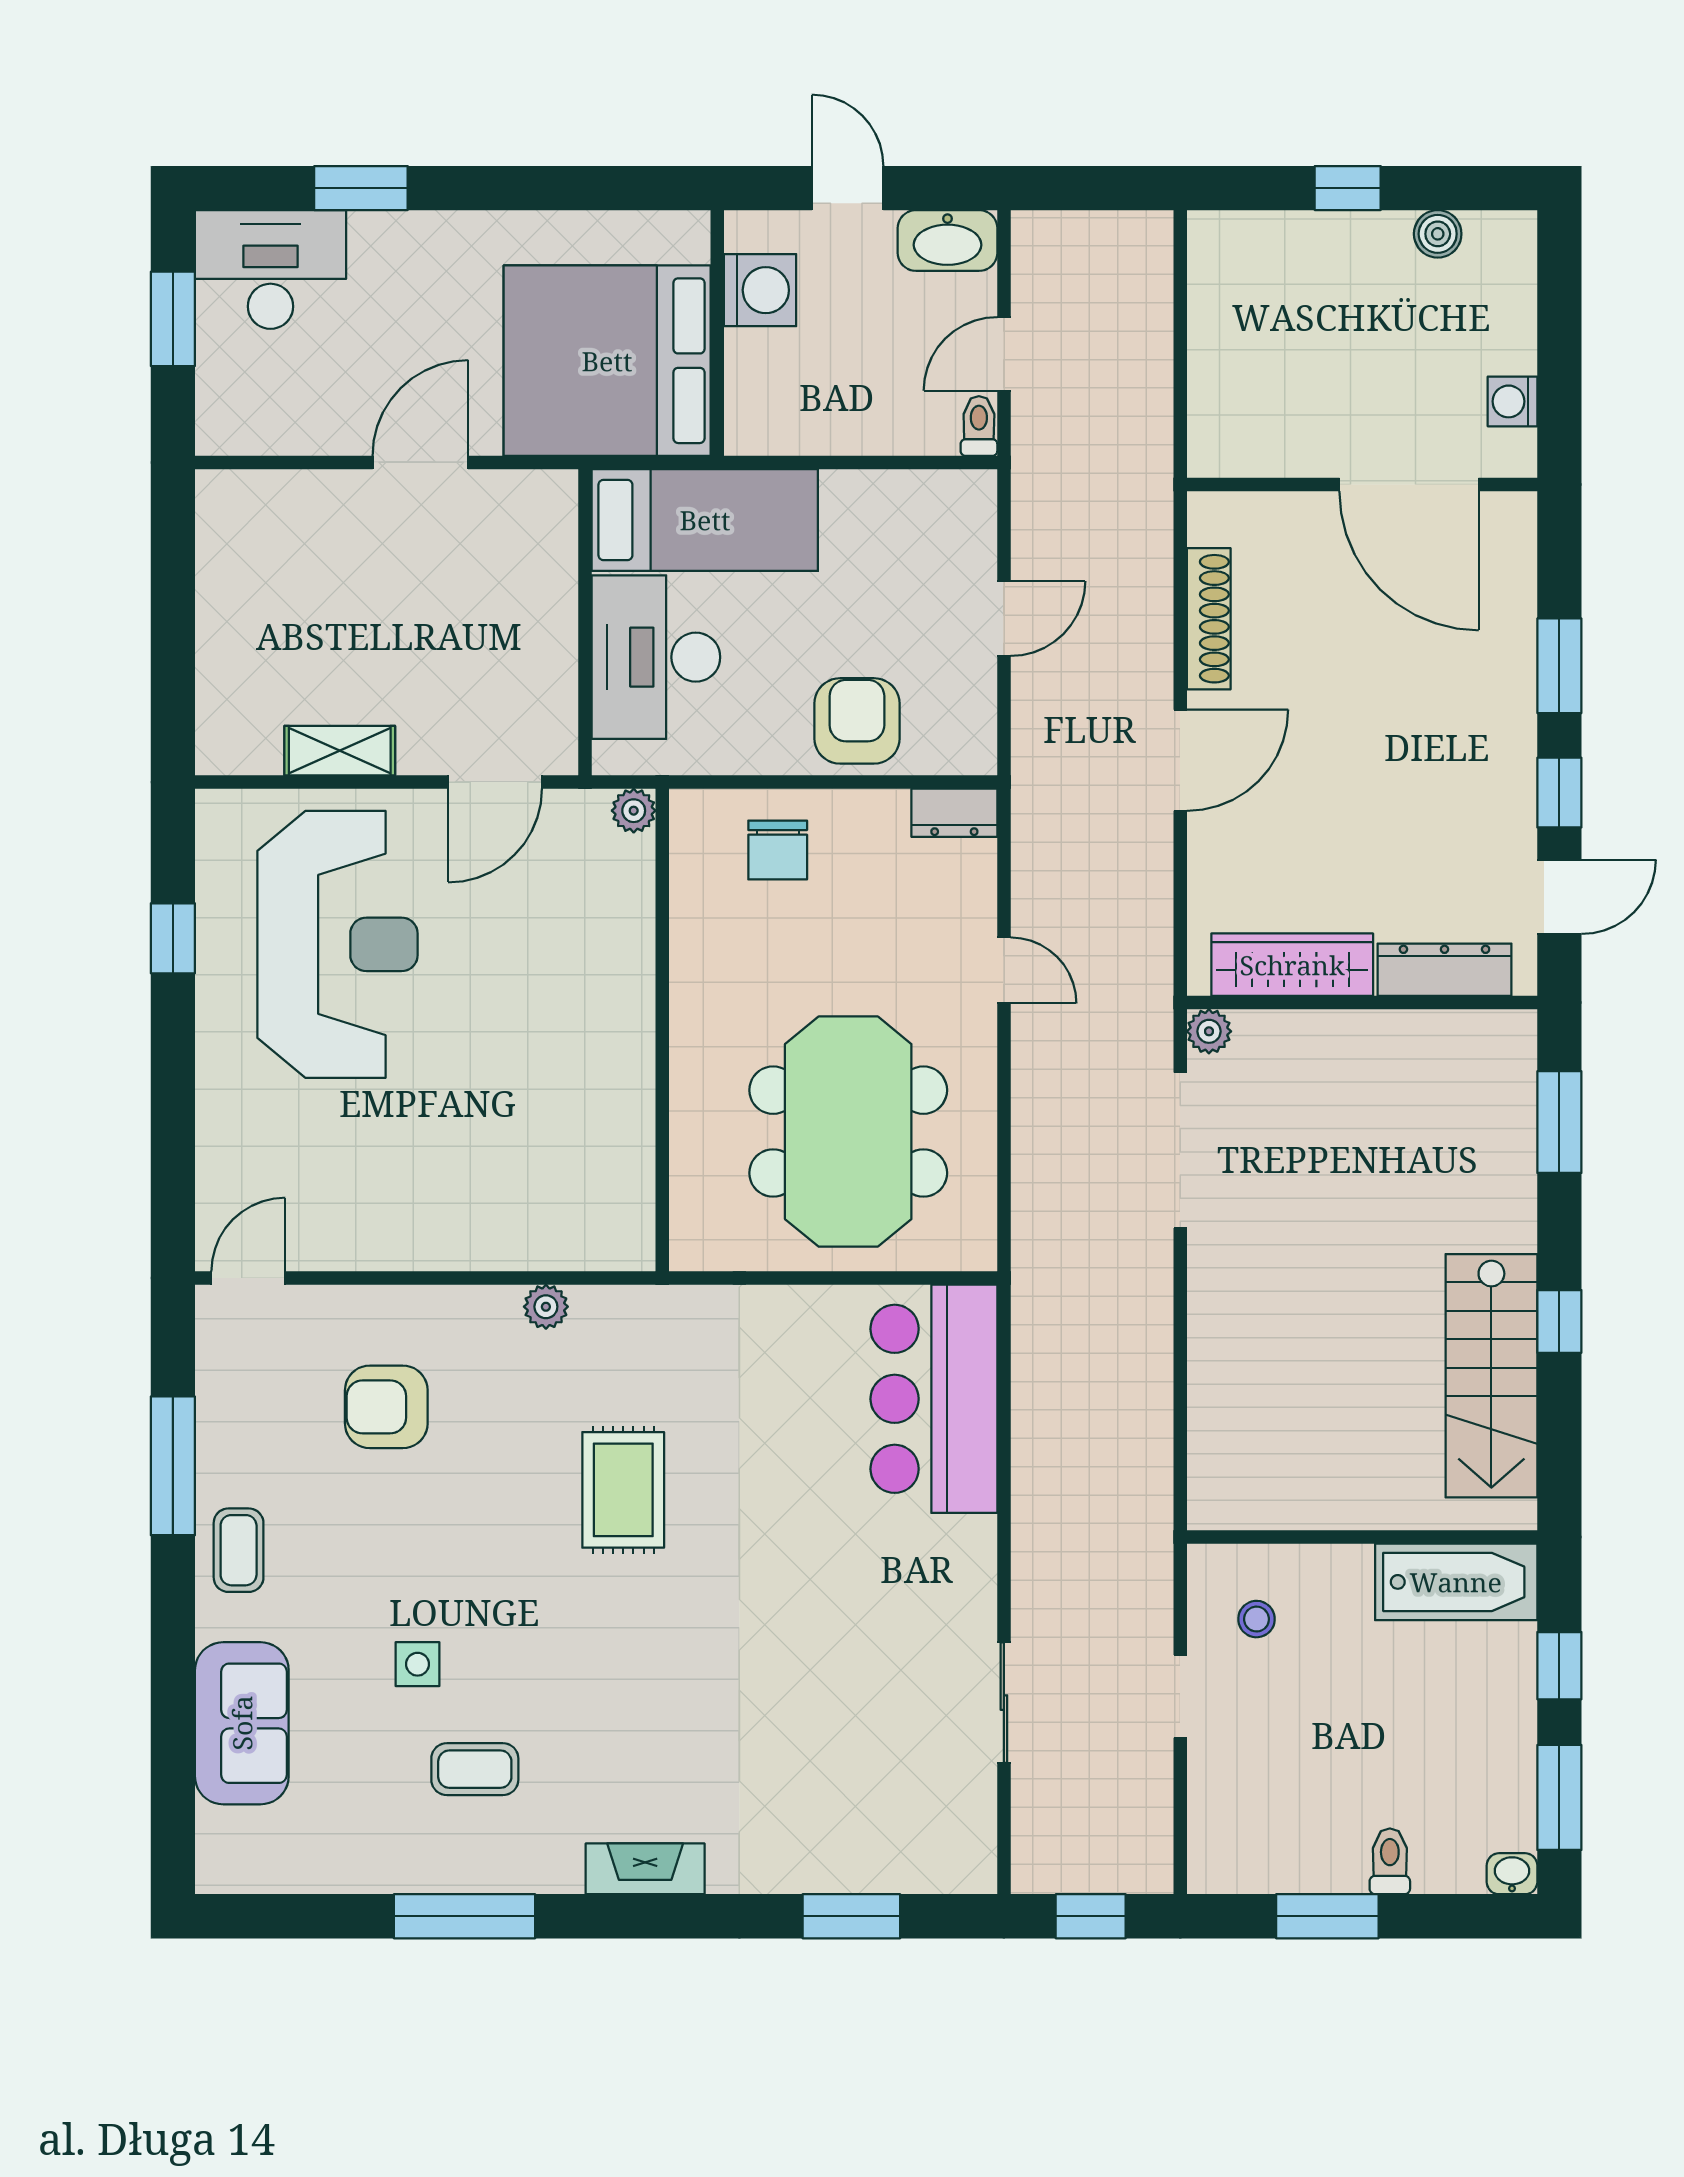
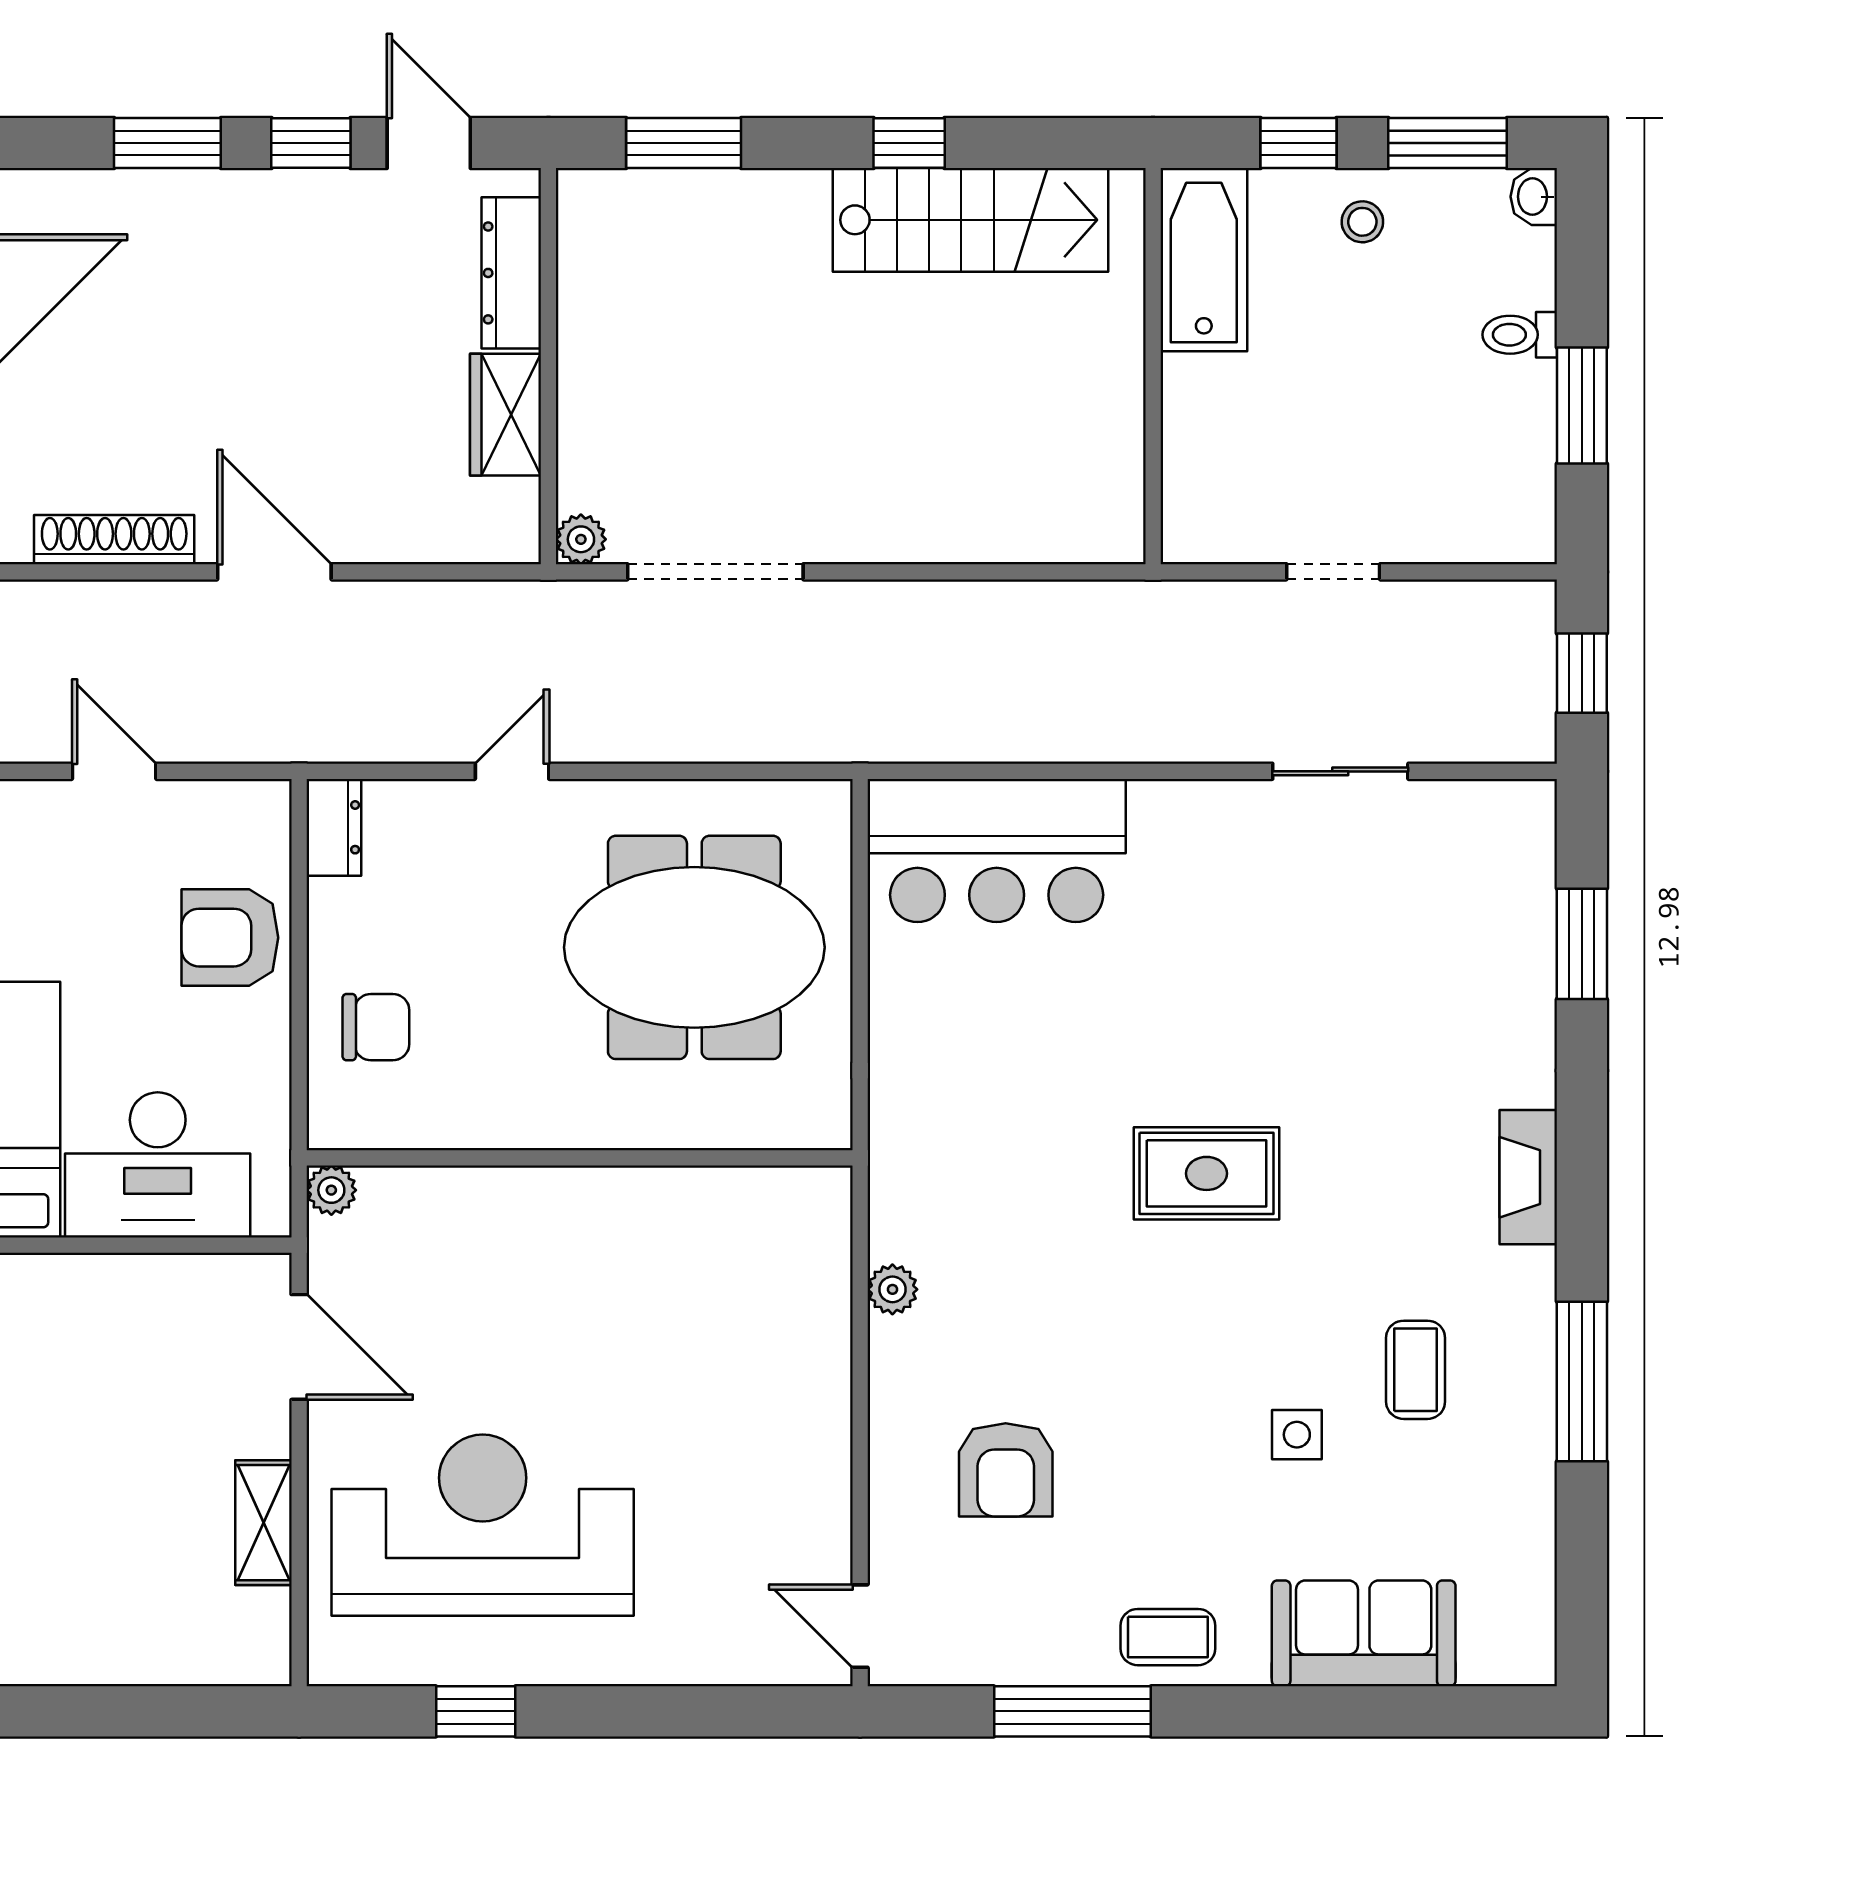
wardrobe: (1292, 965) -> (506, 415), width x0.67
rug: (623, 1490) -> (1207, 1173), moved
stool: (1257, 1619) -> (1362, 222), moved

